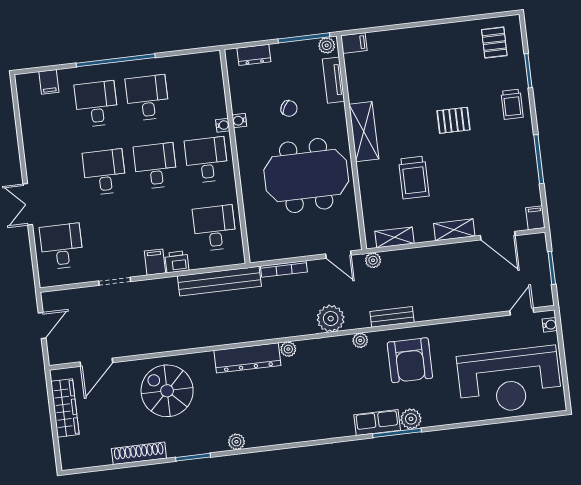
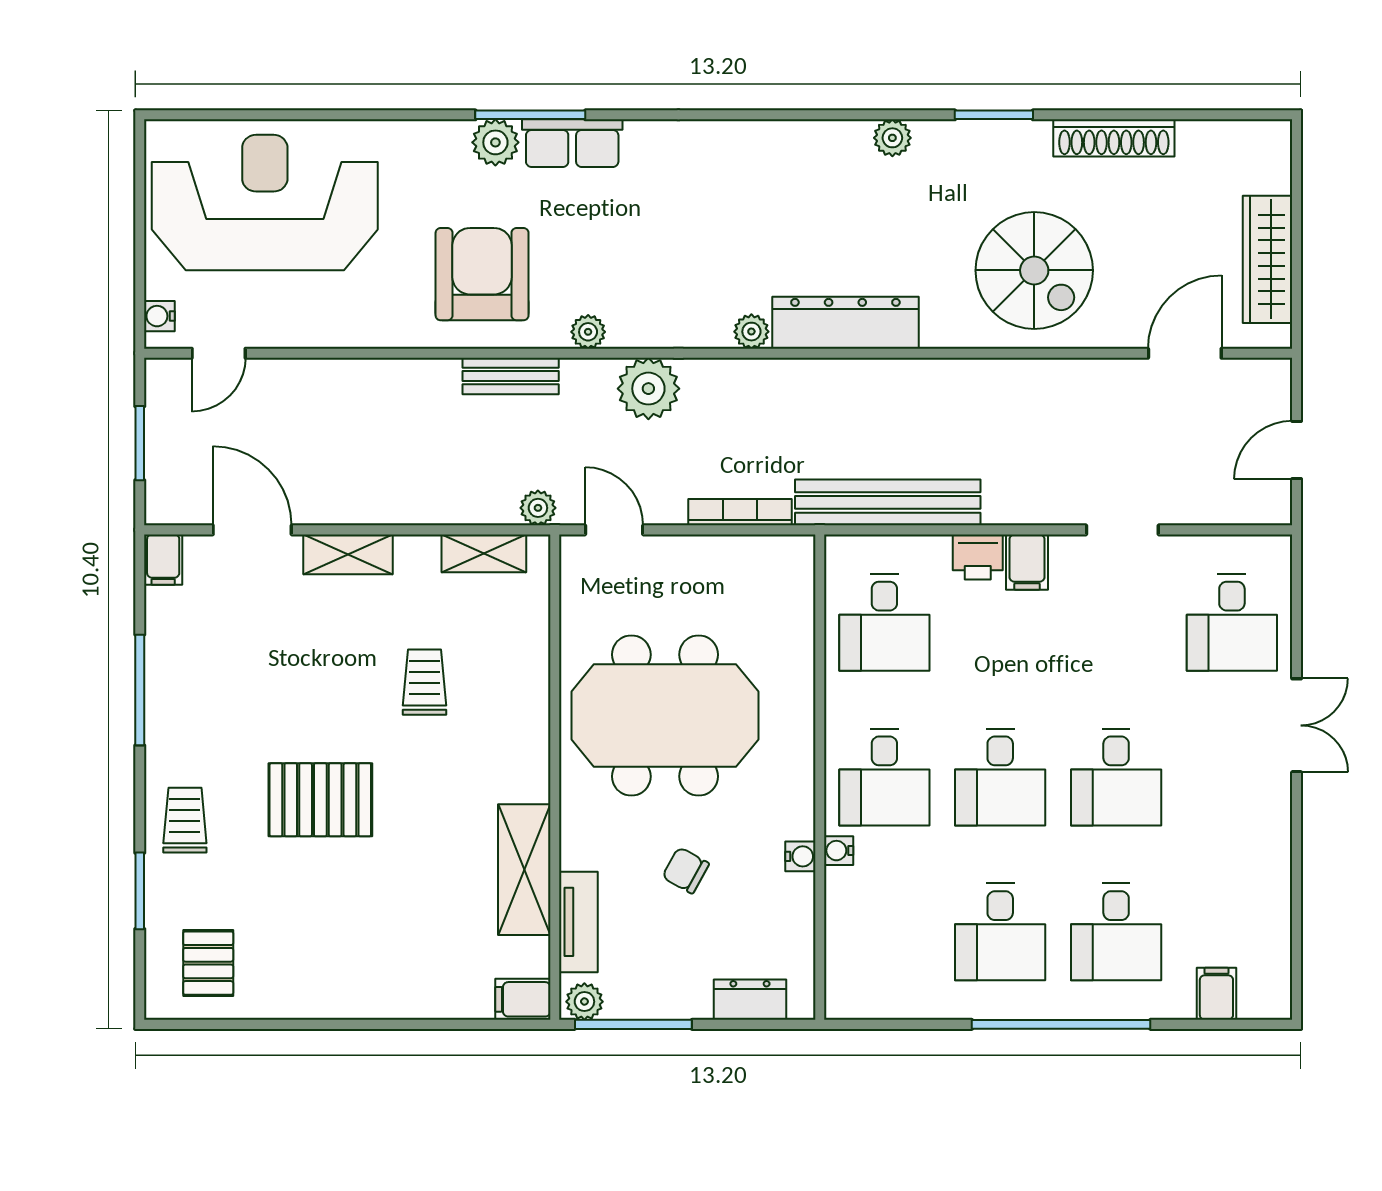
pallet: (454, 120) -> (320, 800), width x1.50, depth x1.42
shelving: (364, 132) -> (524, 870), moved
trolley: (414, 178) -> (424, 682), width x0.73, depth x0.72

